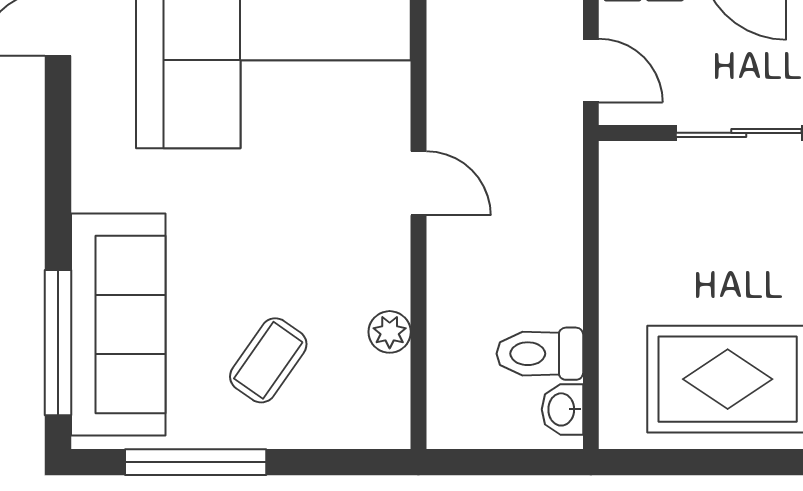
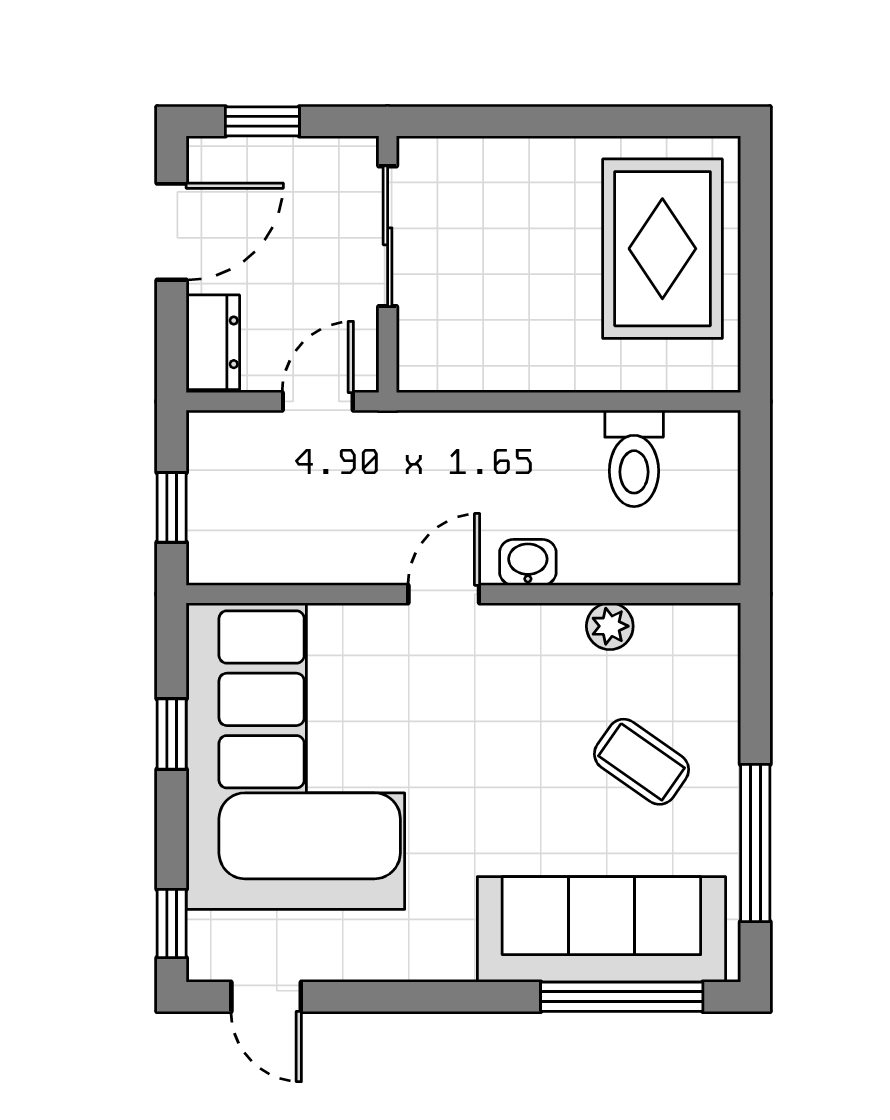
washbasin: (562, 409) -> (528, 562), moved, turned 180

